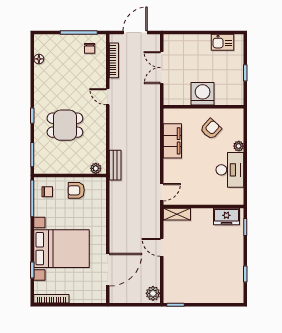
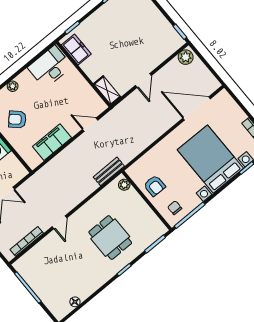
chair: (90, 48) -> (33, 268), removed
desk: (230, 170) -> (50, 67), moved
door: (162, 192) -> (90, 125), moved

